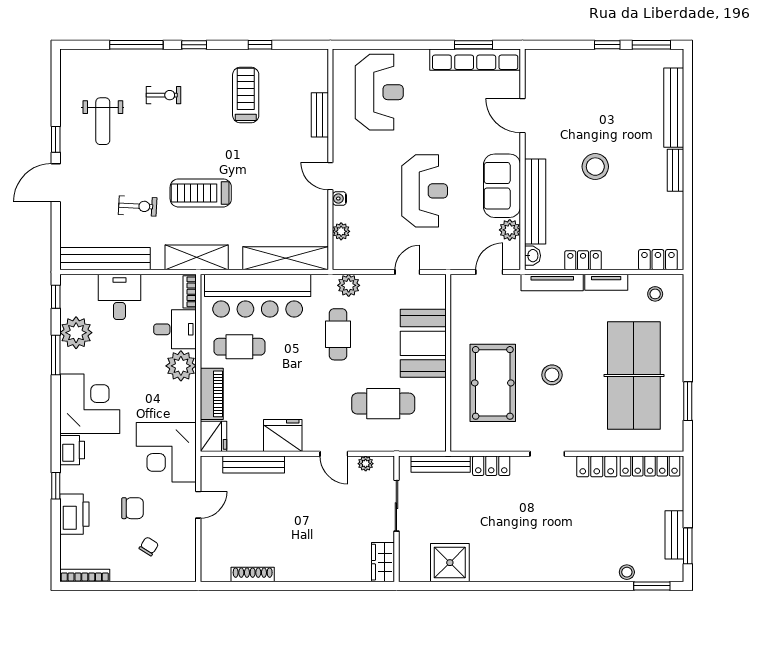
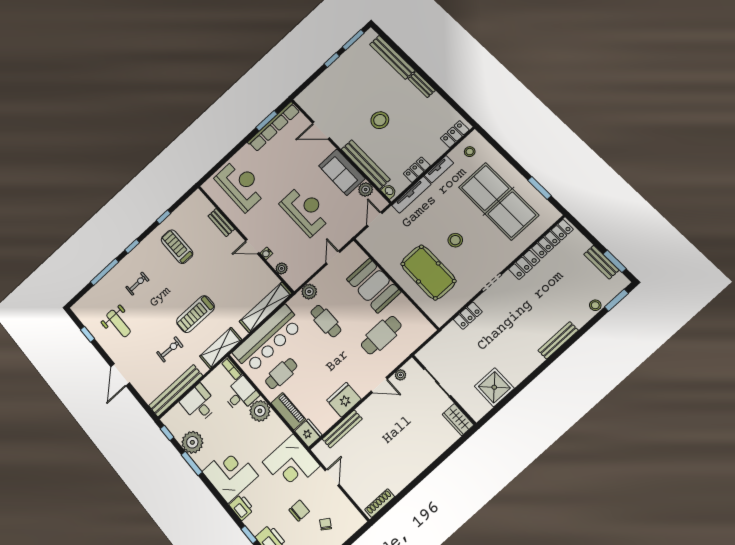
window: (56, 139) -> (88, 334), moved
bench: (441, 464) -> (558, 340), moved
shoe rack: (253, 574) -> (380, 503), moved

